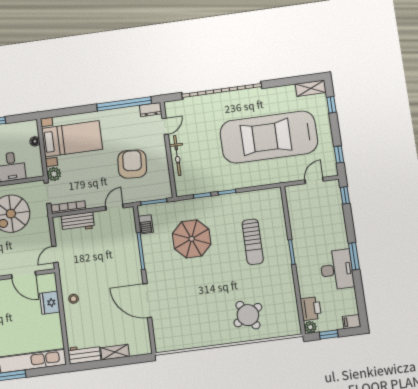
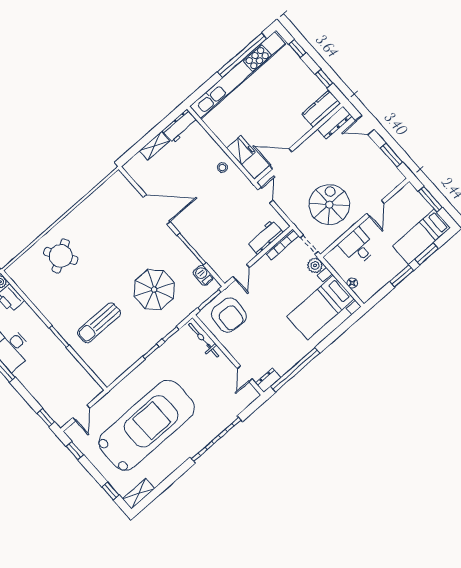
garage door: (222, 90) -> (216, 440), width x0.73
bicycle: (177, 155) -> (204, 340), moved
armchair: (132, 164) -> (229, 315), moved
sun lounger: (253, 242) -> (99, 323), turned -90

